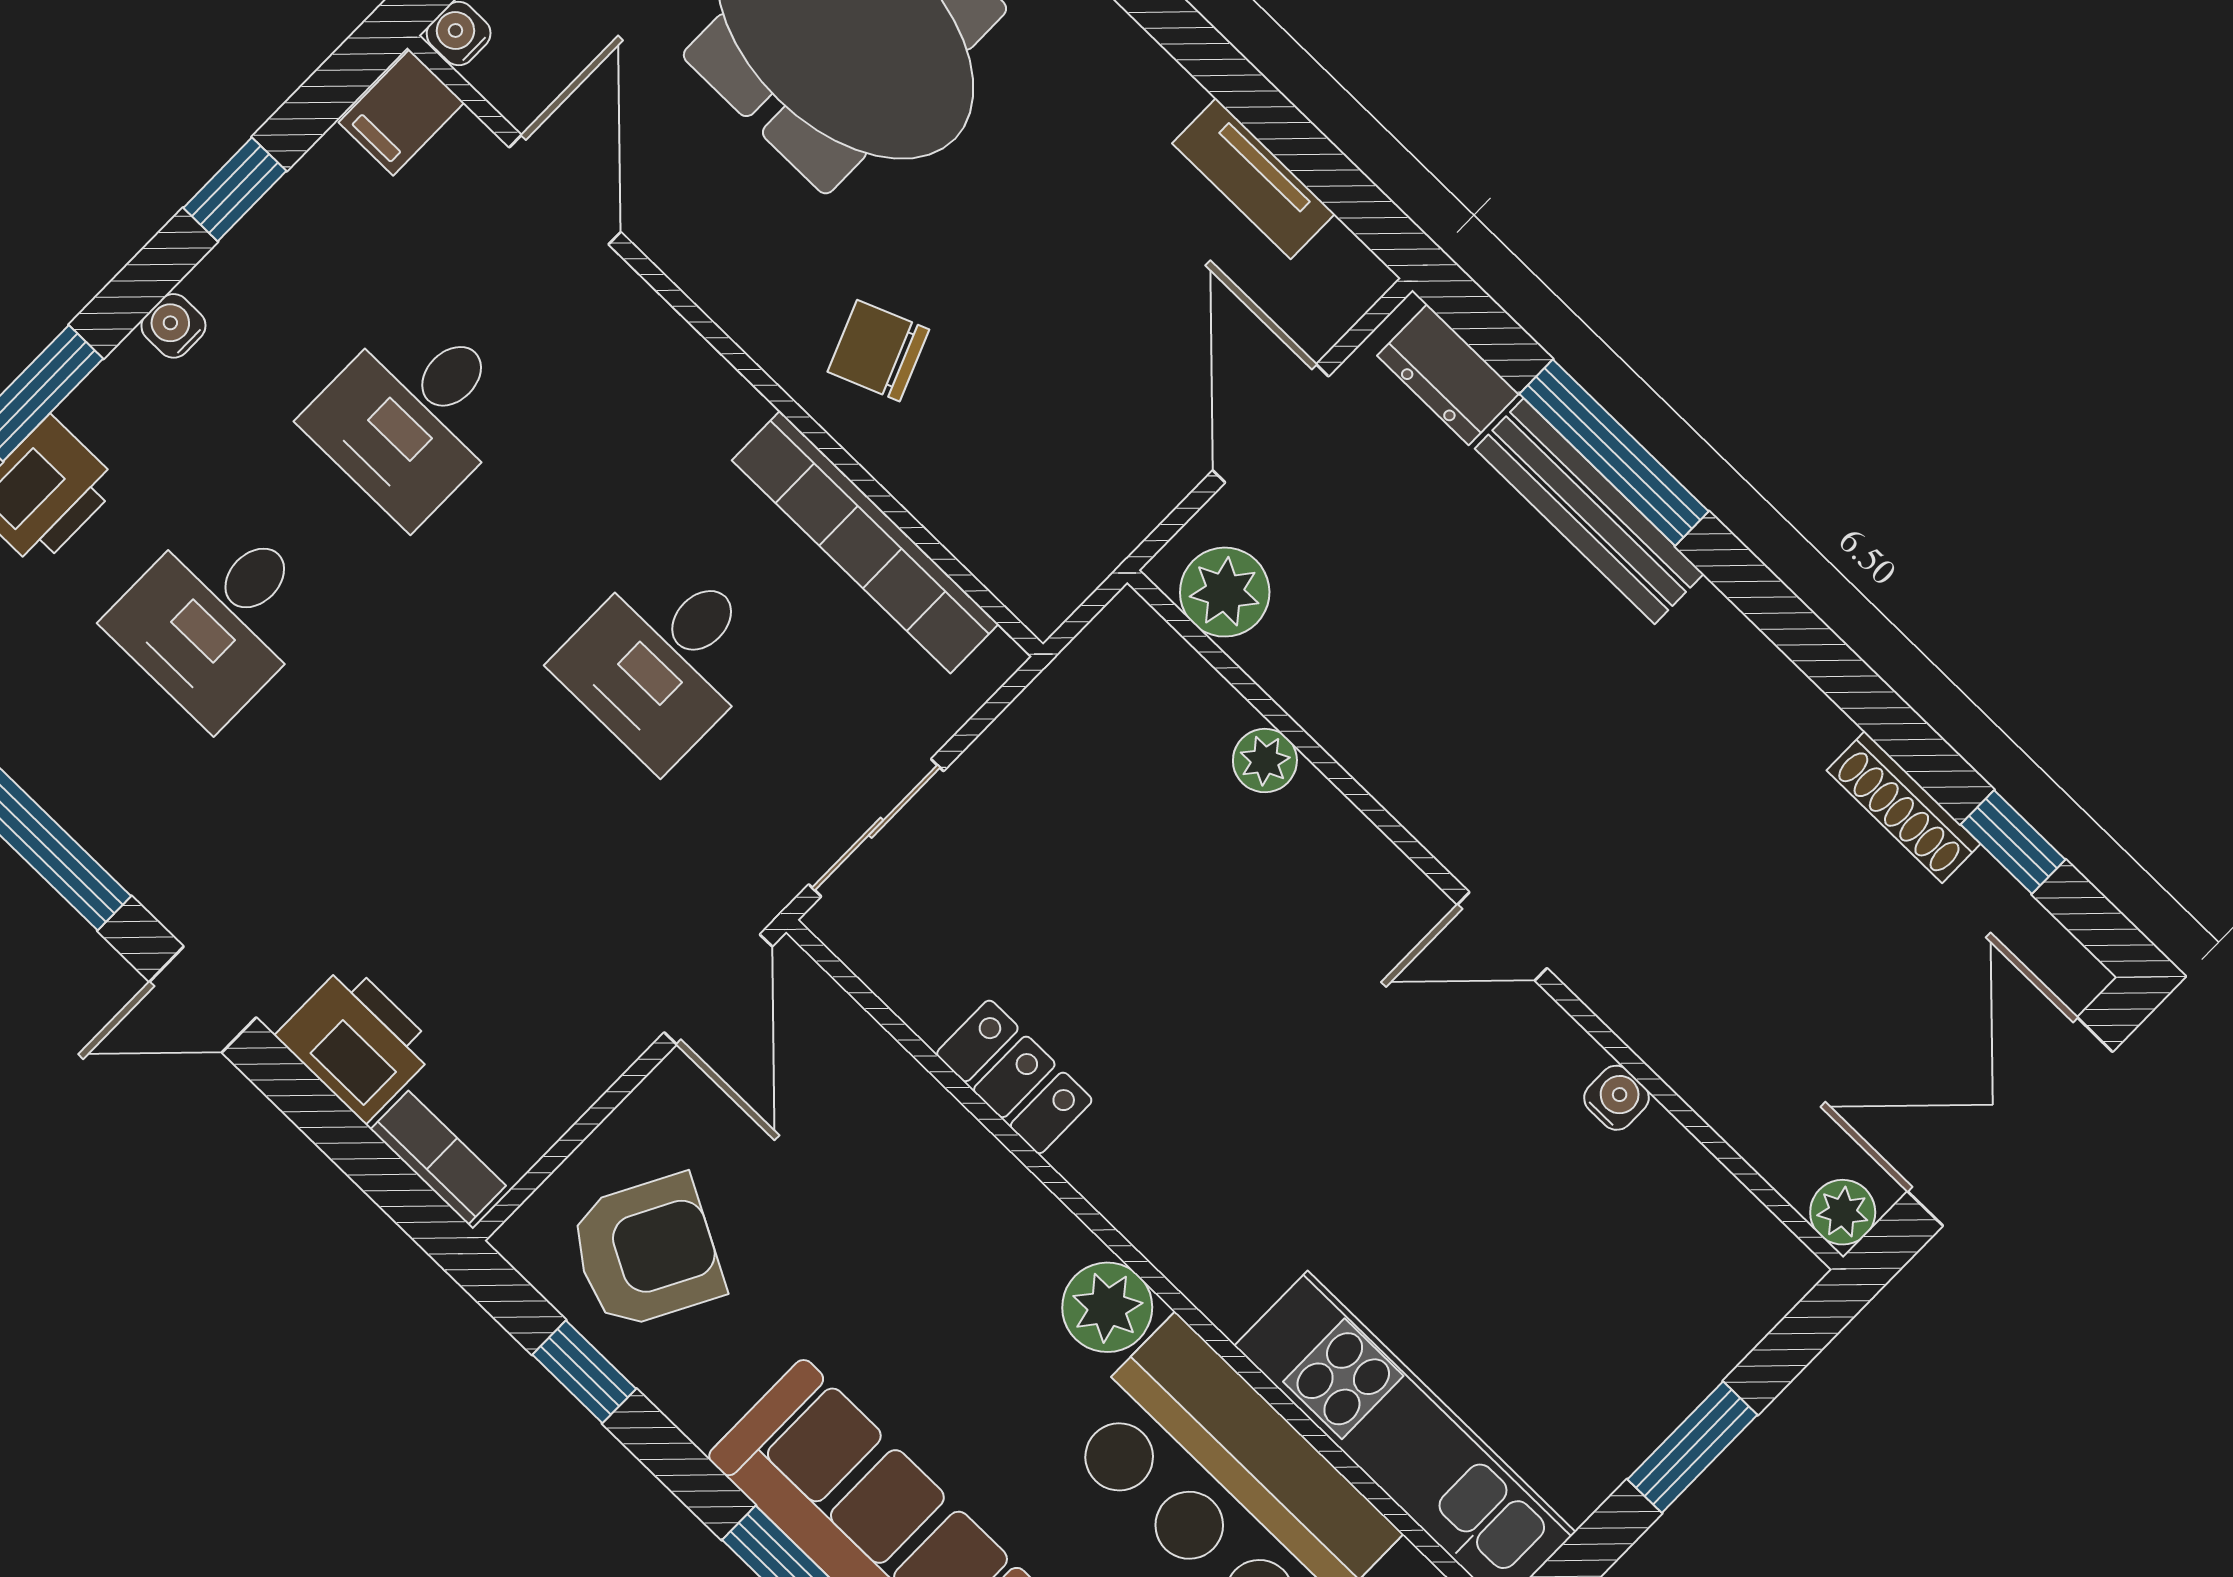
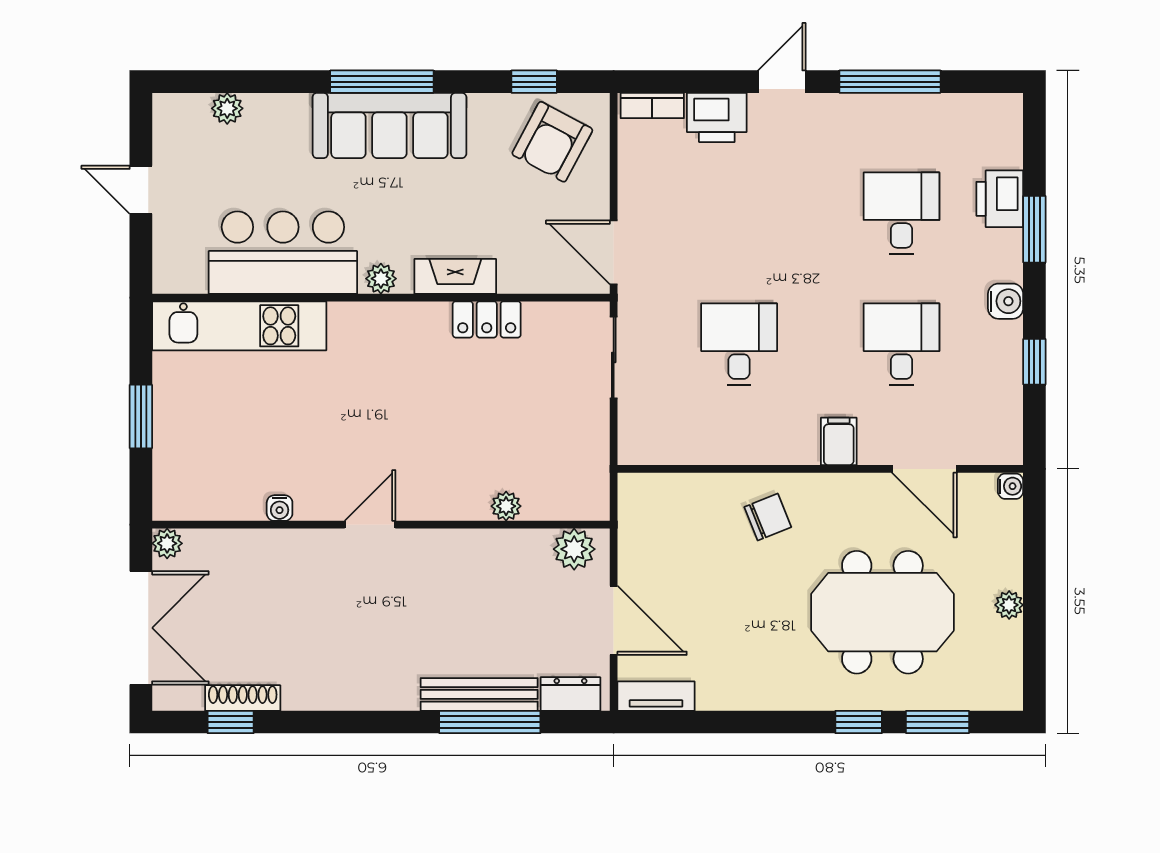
filing cabinet: (401, 113) -> (839, 441), moved
tv unit: (1253, 179) -> (656, 696), moved
water cooler: (173, 326) -> (1006, 301), width x1.38, depth x1.38
bookcase: (865, 542) -> (710, 449), removed
shoe rack: (1904, 807) -> (243, 698), moved
fireplace: (998, 1190) -> (455, 276), added
plant: (1107, 1307) -> (381, 279), width x0.73, depth x0.73

